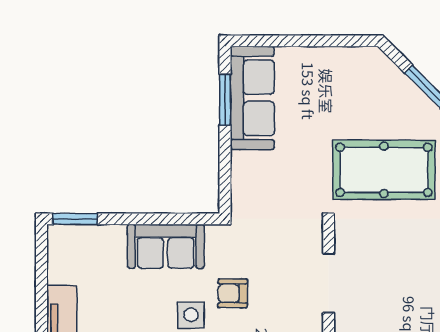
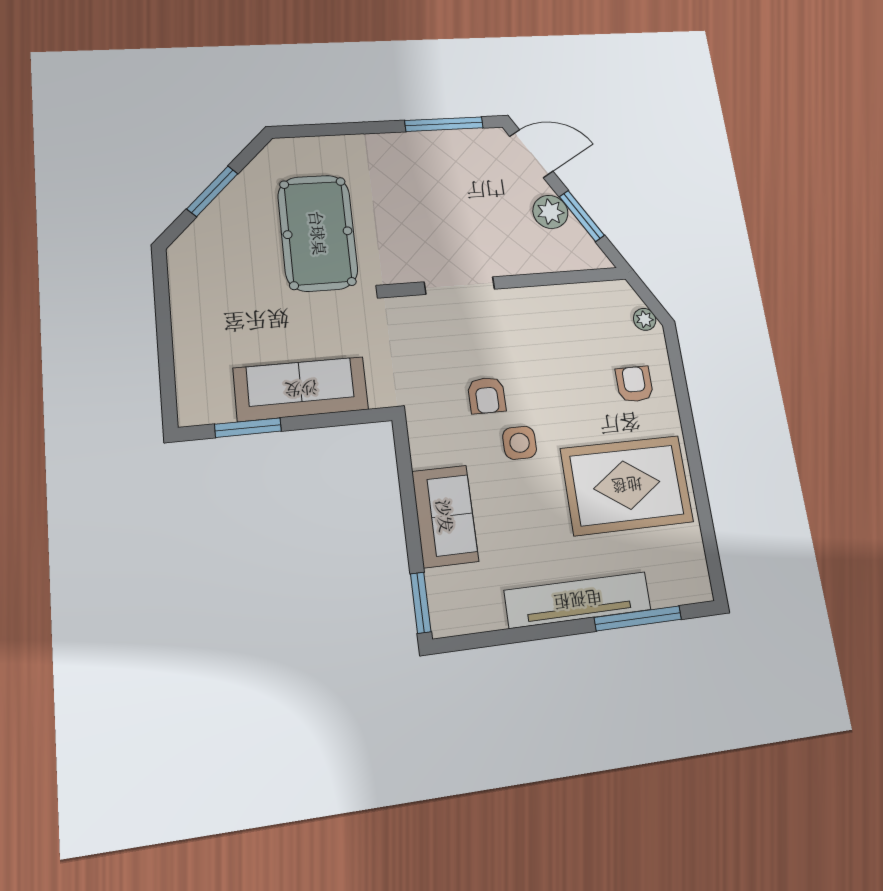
sofa: (252, 98) -> (301, 389), moved
sofa: (166, 246) -> (445, 516), moved

